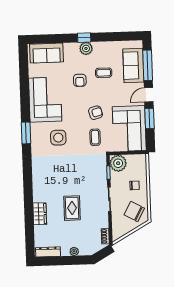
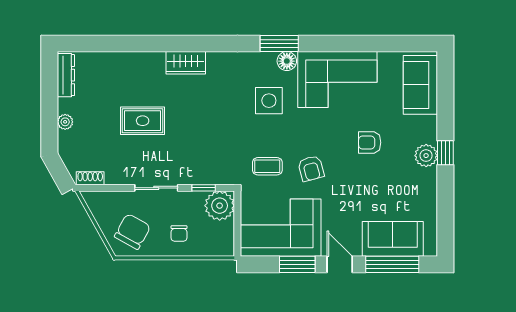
coffee table: (104, 73) -> (382, 185), removed
floor lamp: (36, 128) -> (287, 61), added
wardrobe: (40, 214) -> (186, 63), moved

